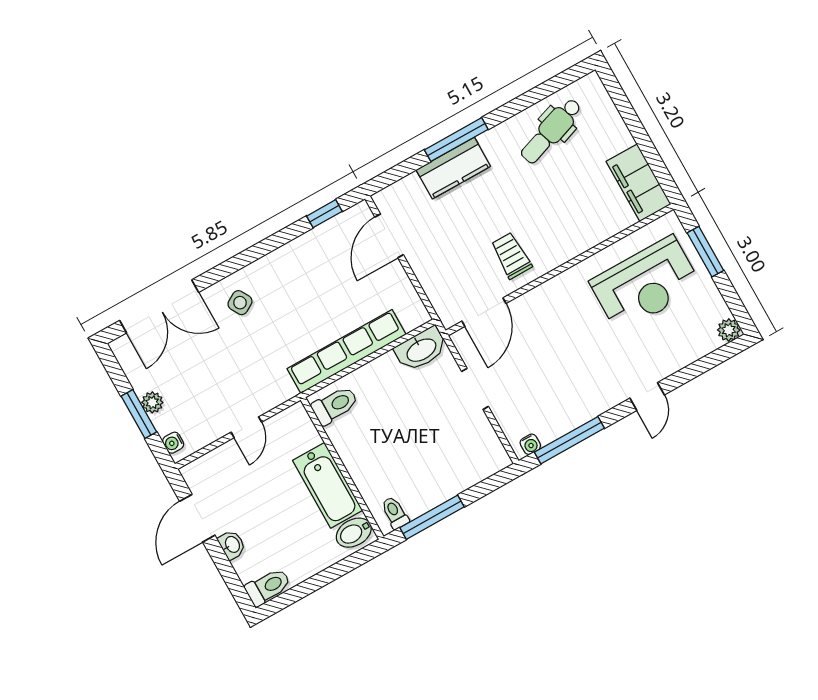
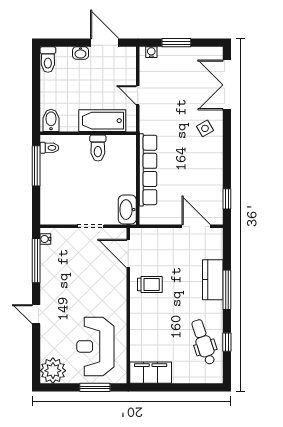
window: (532, 97) -> (227, 342), added
plant: (729, 330) -> (53, 371), width x1.87, depth x1.87
plant: (152, 402) -> (178, 53), removed
toilet: (335, 405) -> (98, 148), moved
bathtub: (328, 485) -> (102, 121), moved

